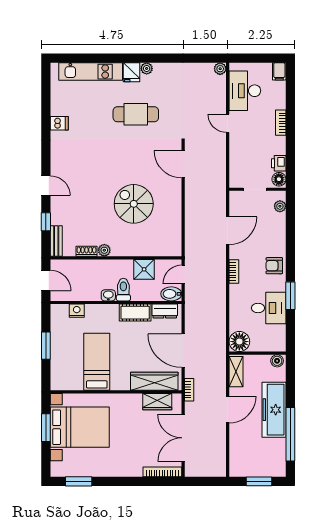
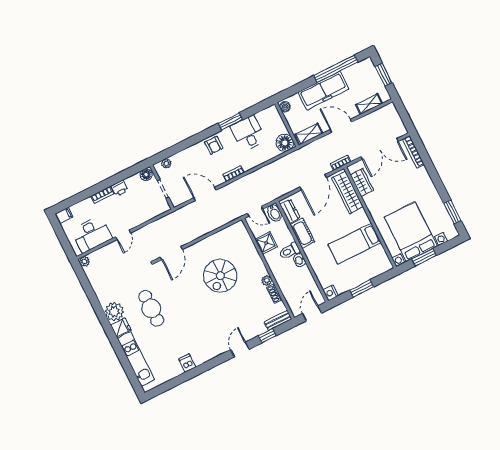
plant: (147, 68) -> (114, 312), width x1.88, depth x1.88
printer: (279, 163) -> (120, 188), moved
nightstand: (77, 311) -> (331, 293), moved
shelving: (236, 450) -> (369, 104), added

